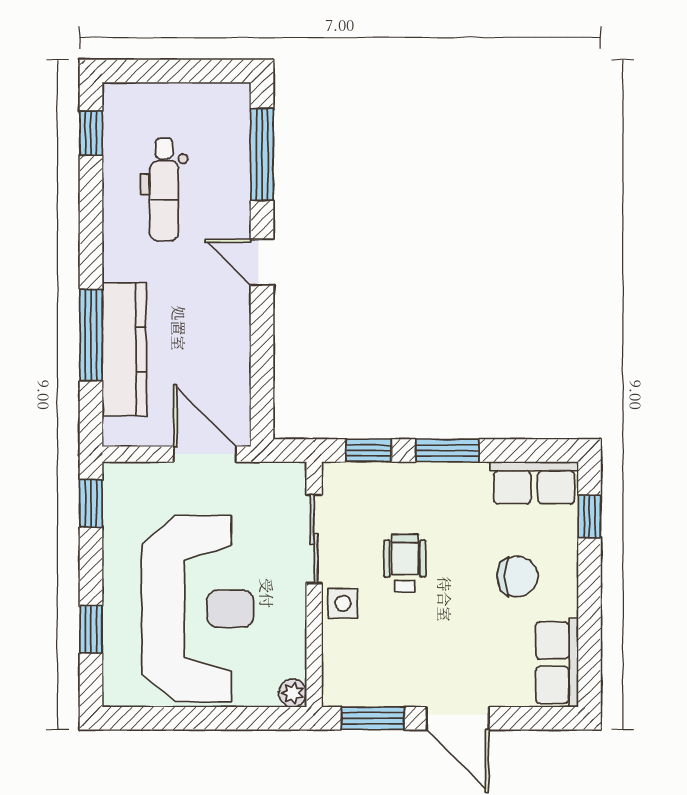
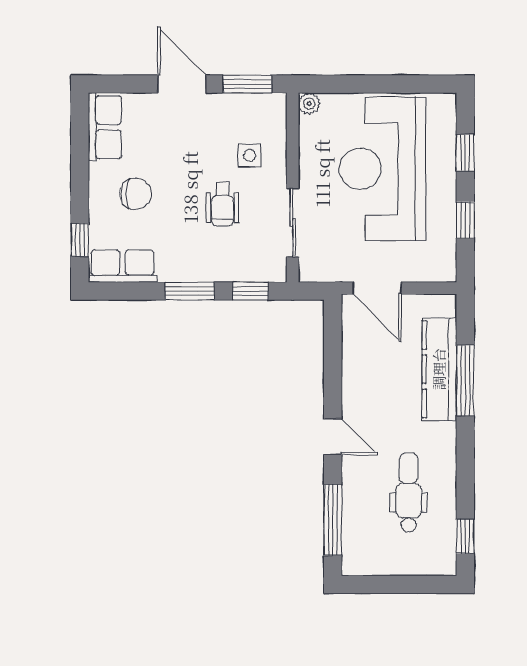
window: (91, 503) -> (465, 220), moved
chair: (517, 577) -> (136, 194), turned 180
side table: (343, 603) -> (250, 155), moved

